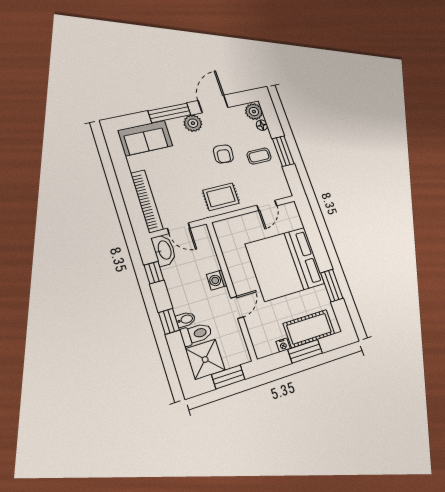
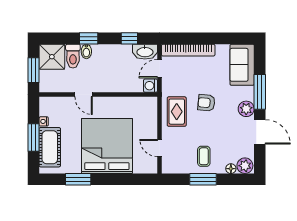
armchair: (223, 154) -> (206, 103), moved
washing machine: (217, 280) -> (150, 86), moved, turned -90

